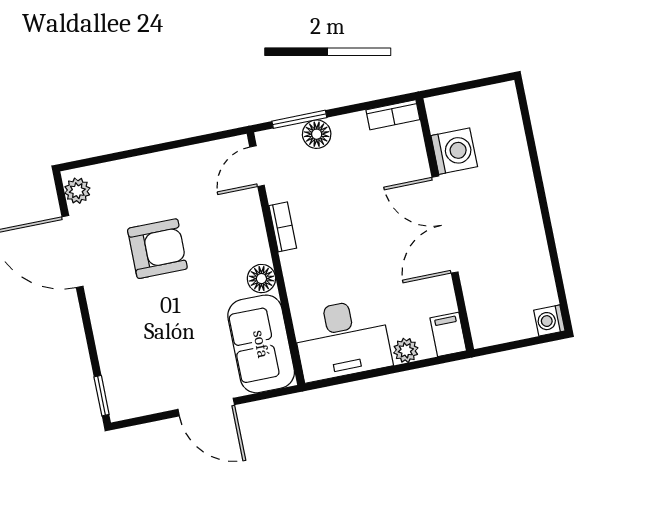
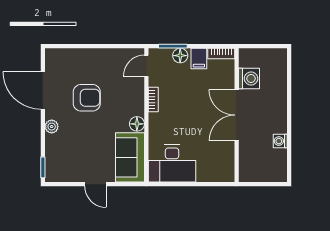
plant: (77, 191) -> (52, 127), moved
washing machine: (549, 321) -> (280, 141), moved
filing cabinet: (448, 334) -> (199, 58), moved, turned 180
plant: (406, 350) -> (204, 176), removed
door: (206, 407) -> (95, 184), width x0.73

